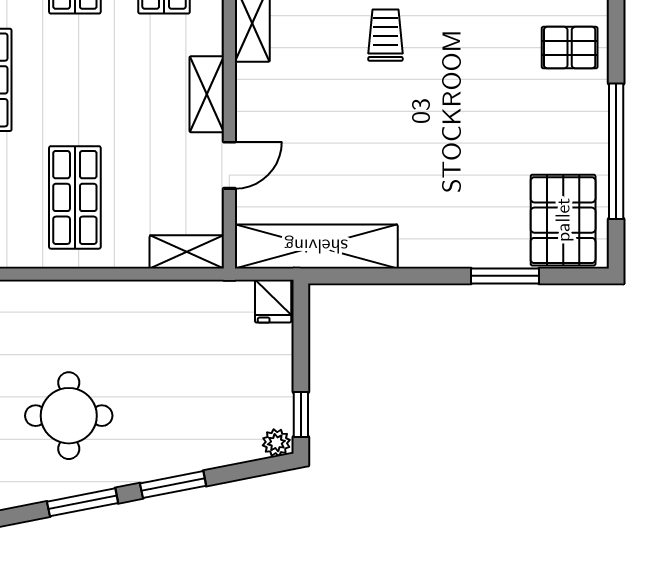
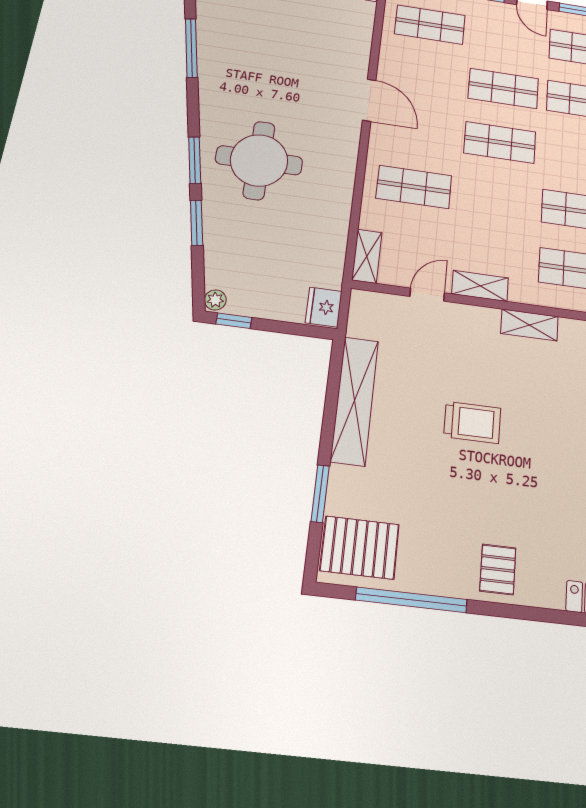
trolley: (385, 35) -> (472, 422), moved, width x1.36, depth x1.39
door: (229, 165) -> (427, 295), swing flipped
shelving: (316, 246) -> (355, 400), moved
fridge: (273, 301) -> (324, 307), width x1.38
round table: (69, 416) -> (259, 160), width x1.36, depth x1.36

